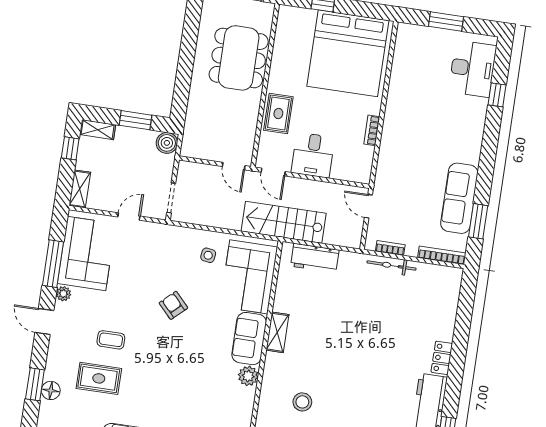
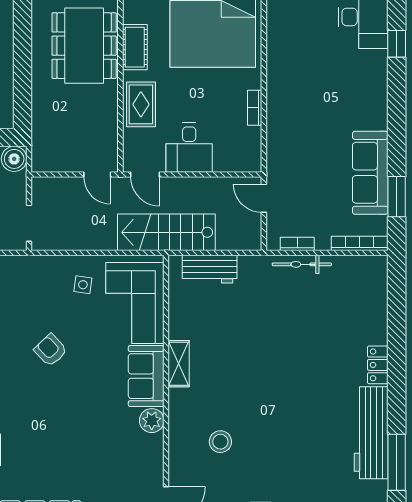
cot: (280, 65) -> (135, 47), added

